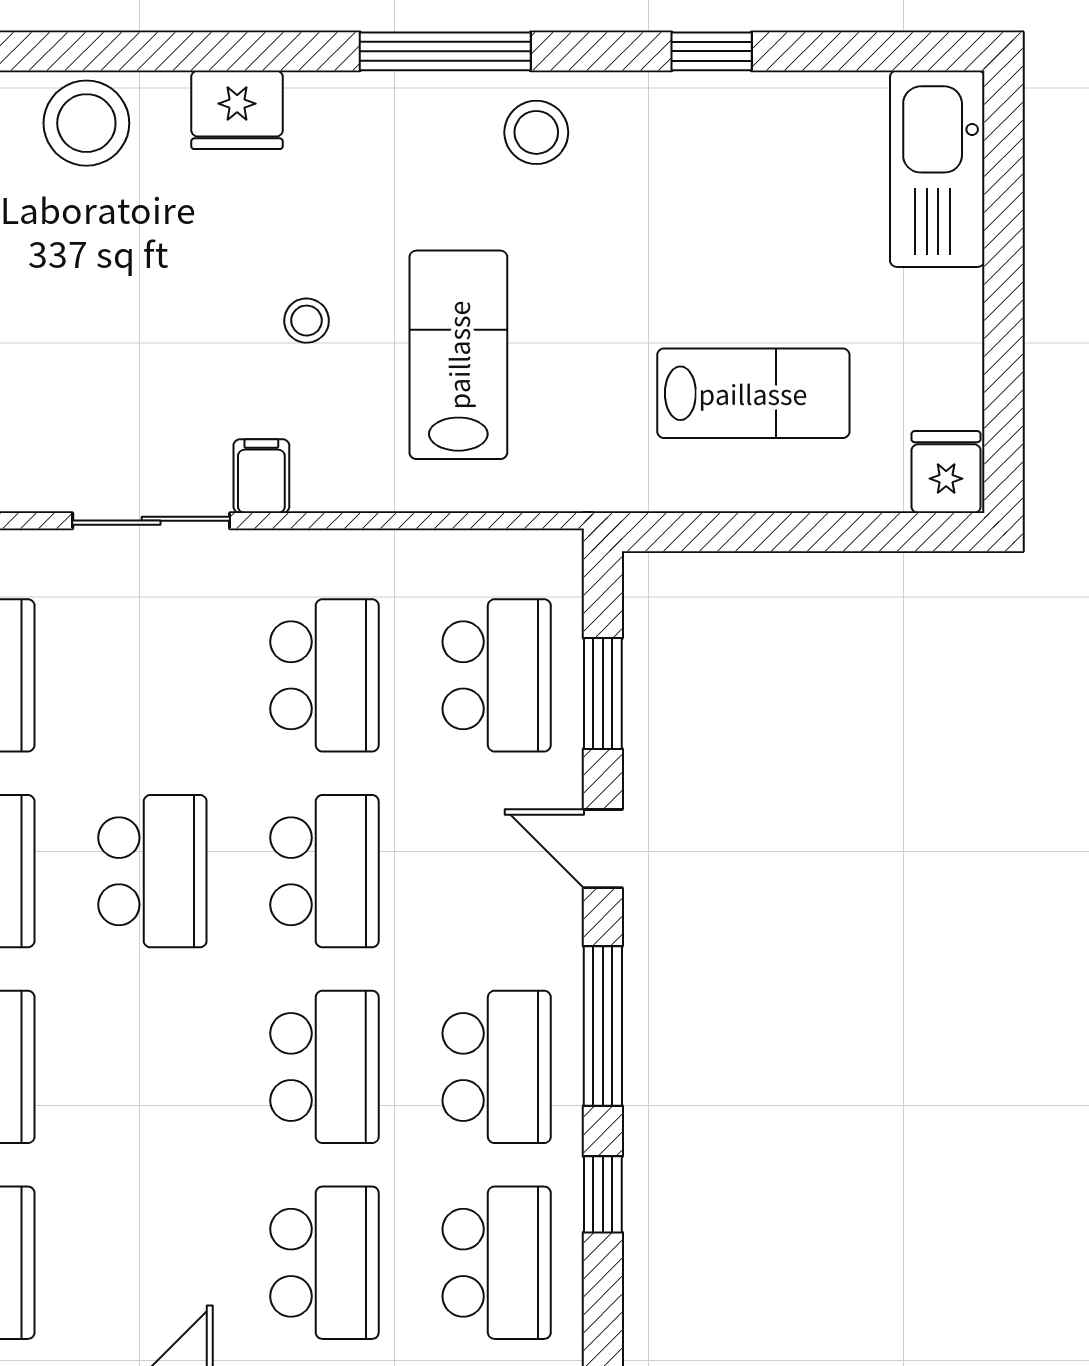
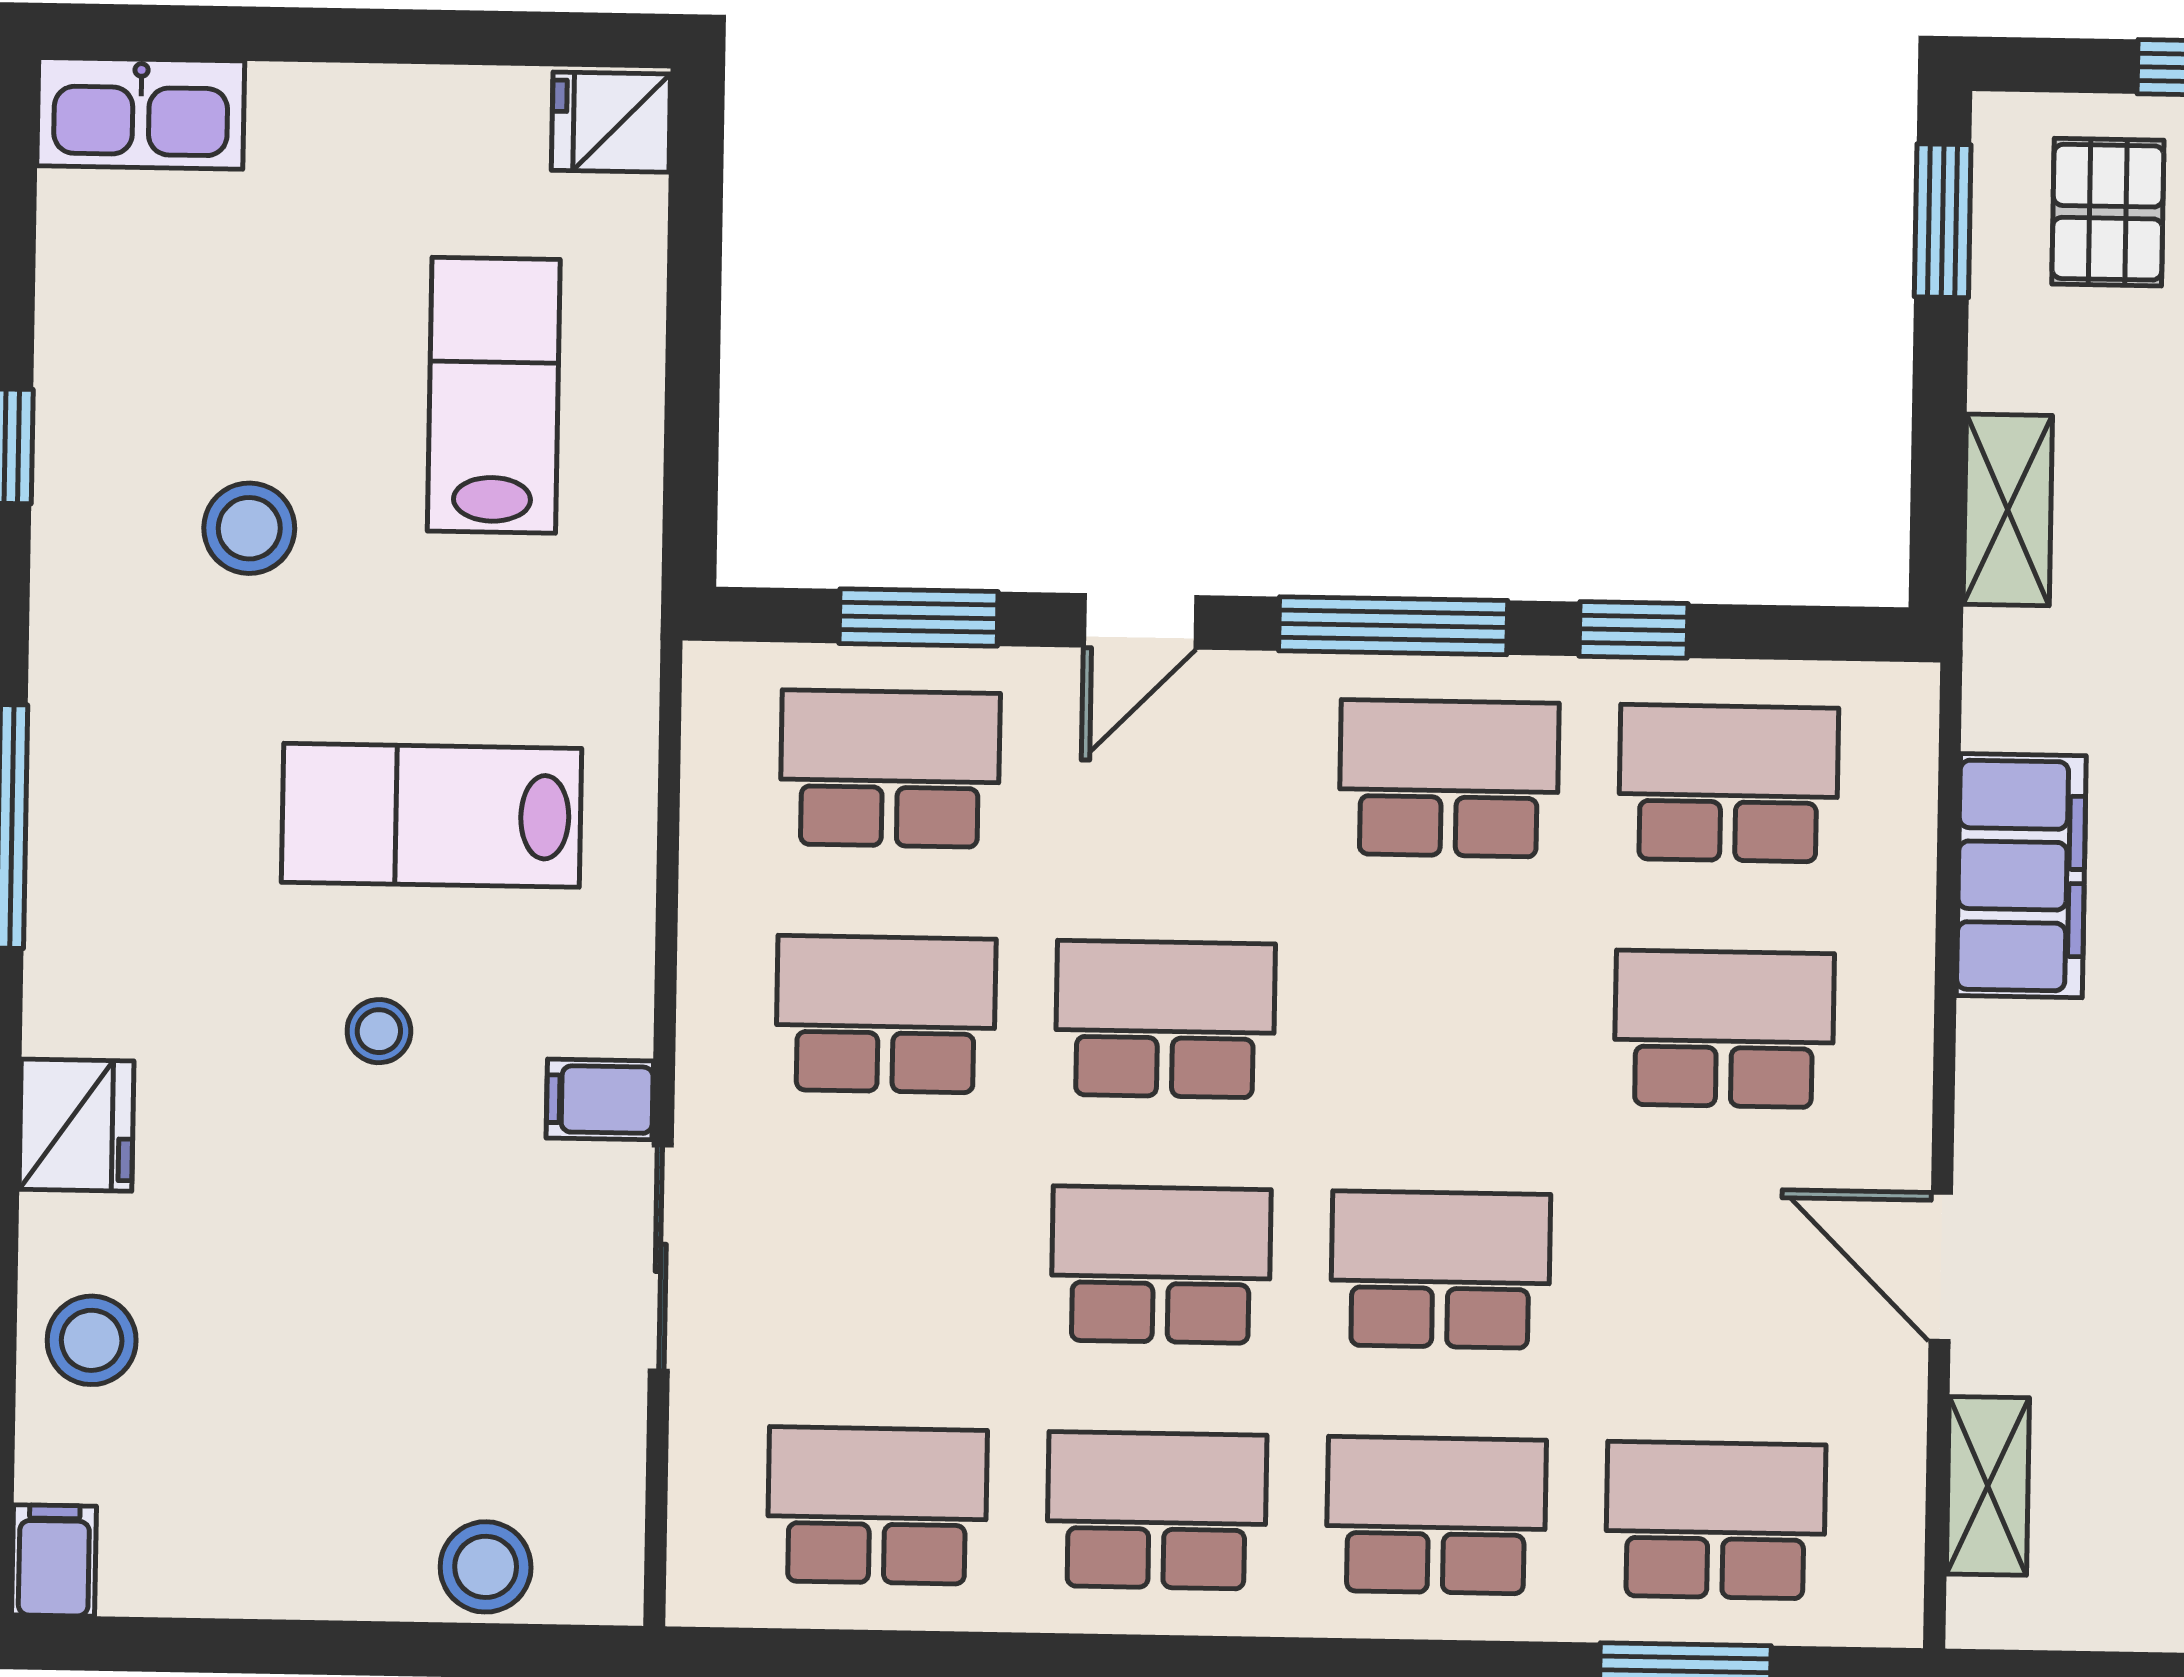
stool: (86, 123) -> (92, 1340), width x0.73, depth x0.73
stool: (536, 132) -> (249, 528), moved
kitchen sink: (937, 169) -> (141, 113), width x0.73, depth x0.81
school desk: (325, 1067) -> (1440, 1270), moved

